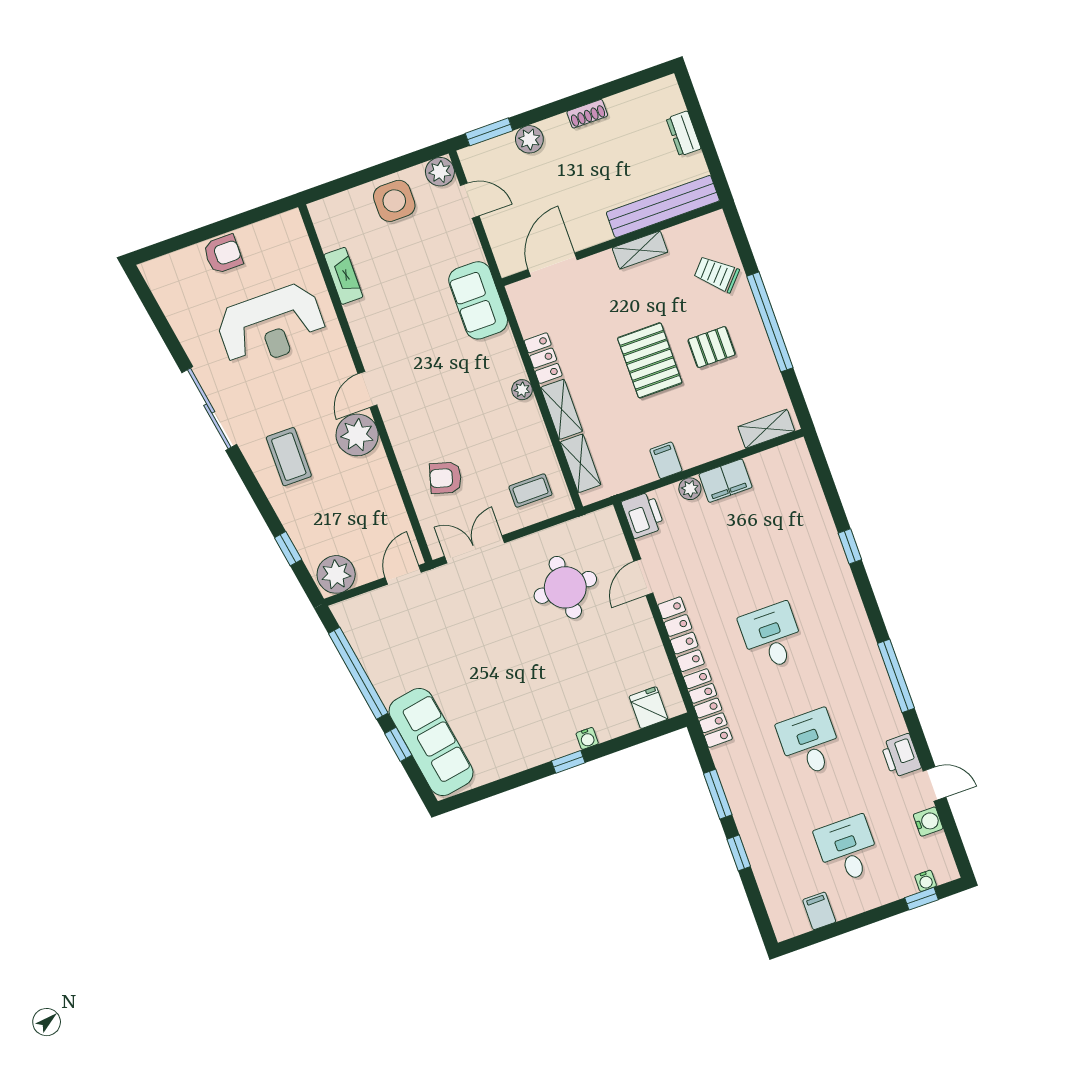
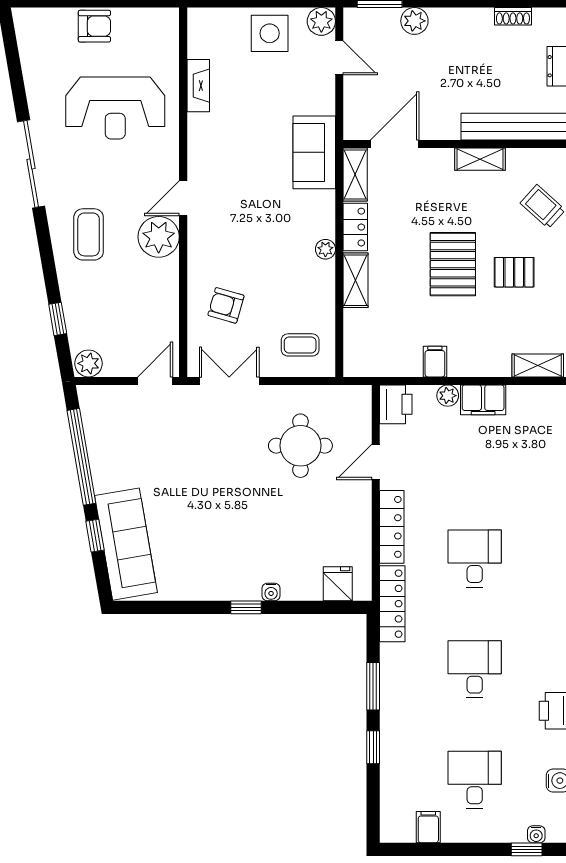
shoe rack: (587, 114) -> (513, 16), moved
shelving: (580, 463) -> (355, 175), moved
plant: (336, 574) -> (88, 363), width x0.73, depth x0.73

